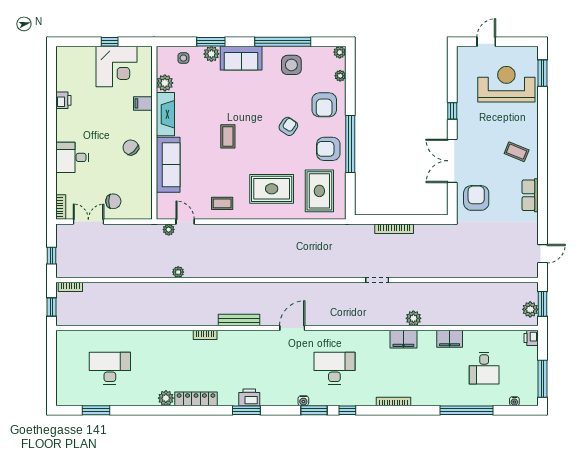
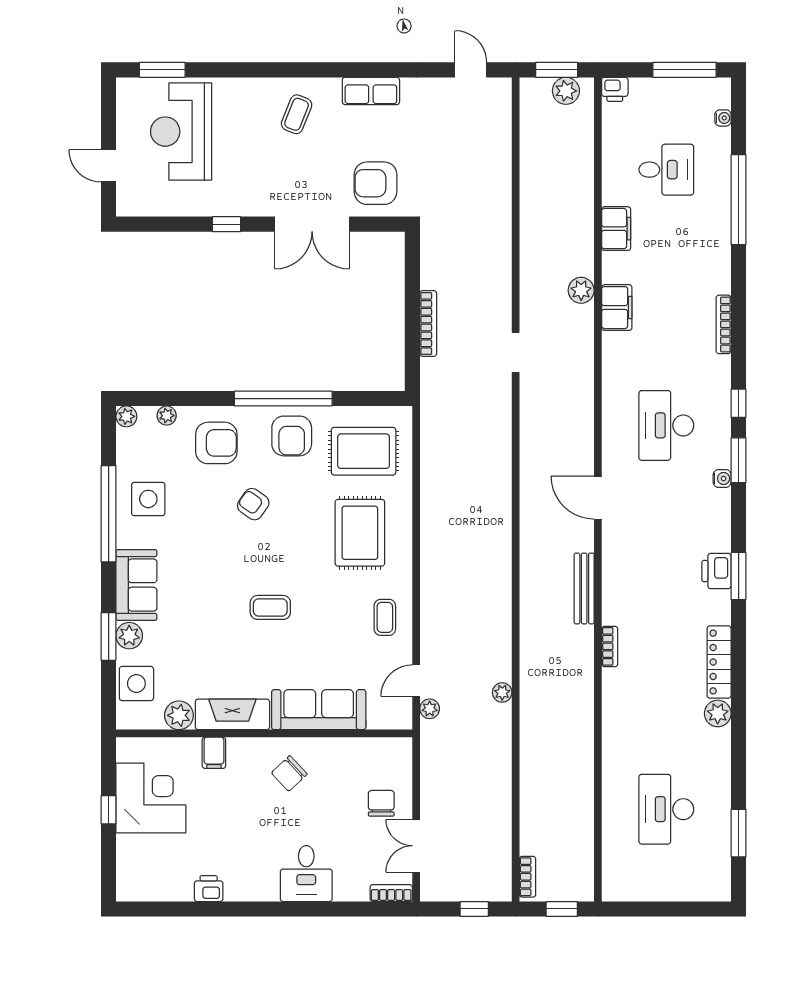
side table: (183, 58) -> (136, 684), width x1.87, depth x1.87

